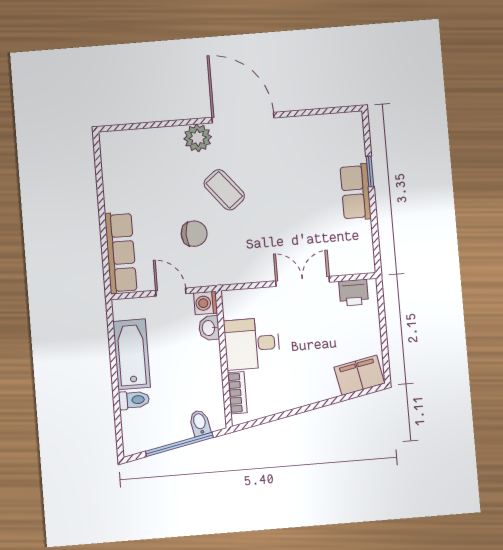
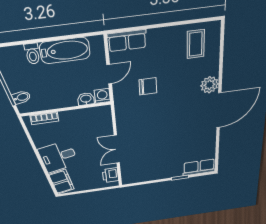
coffee table: (224, 190) -> (196, 44), moved, turned -51
row of seats: (356, 192) -> (199, 167), moved
chair: (194, 234) -> (148, 86), turned -90
row of seats: (121, 253) -> (127, 41), width x0.68
double door: (303, 281) -> (117, 149), swing flipped
desk: (252, 344) -> (58, 157), moved, turned -101

